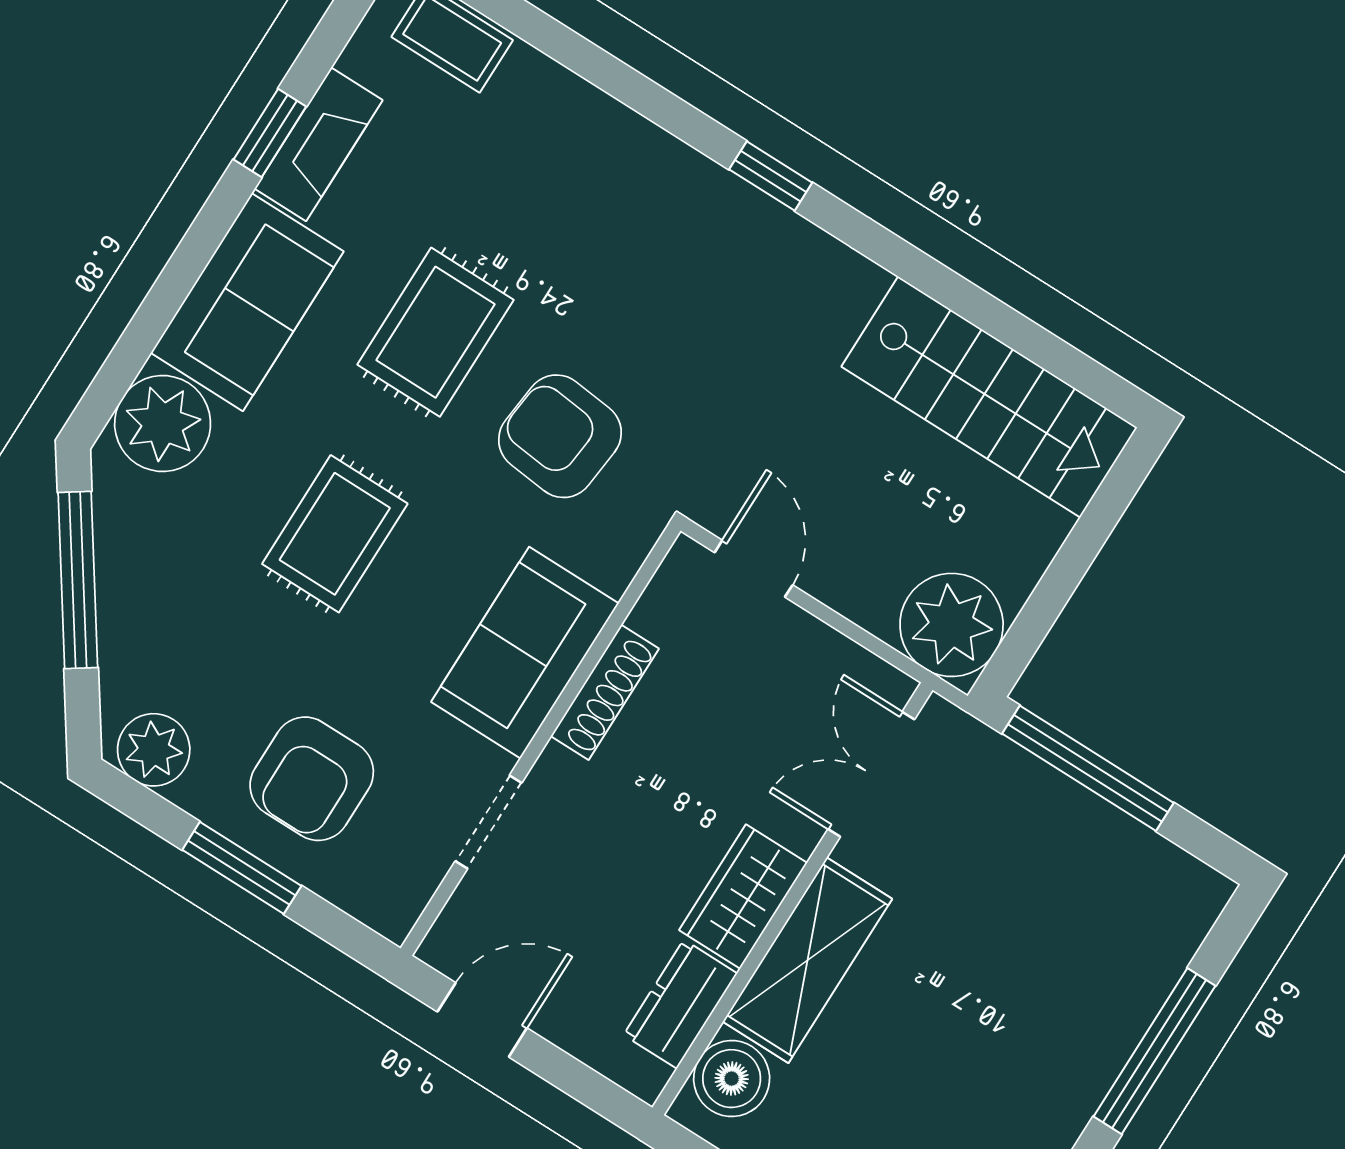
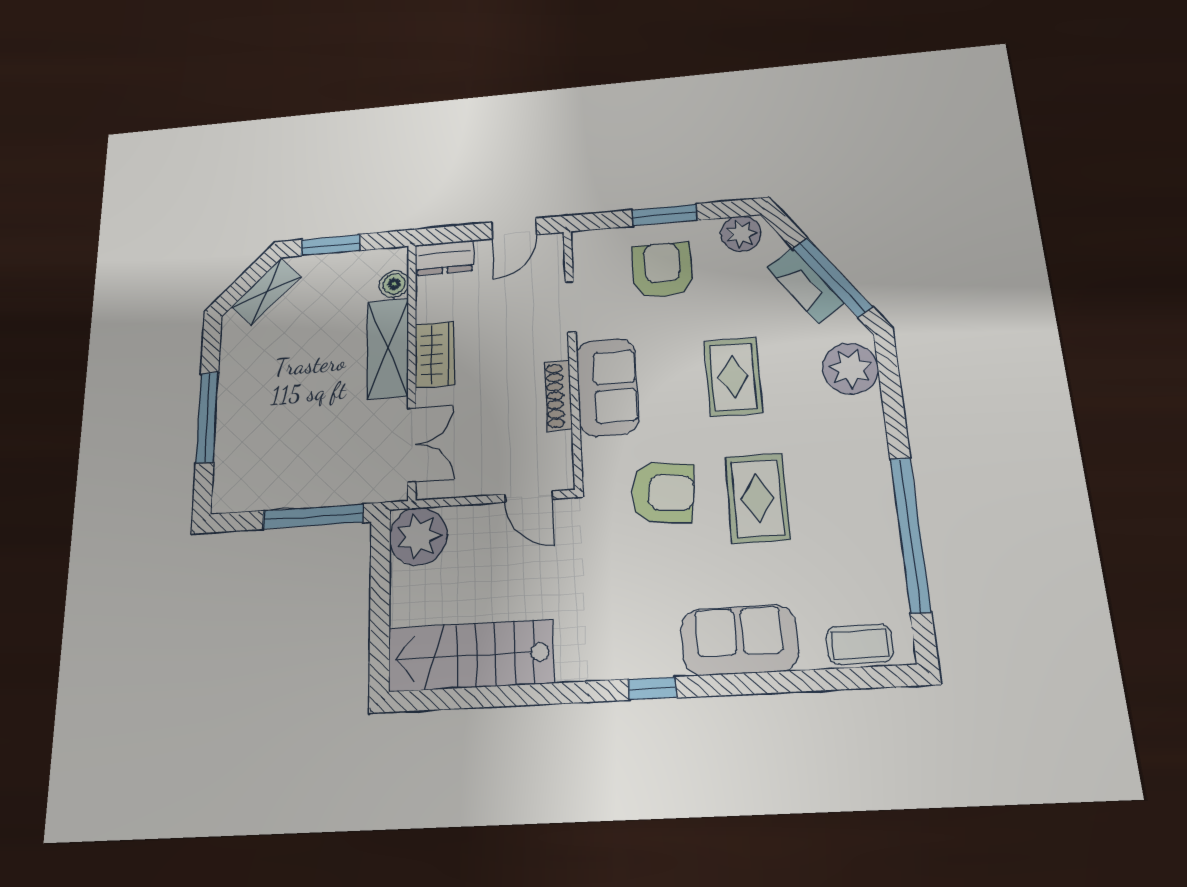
window: (270, 133) -> (910, 534), width x3.17
fireplace: (319, 144) -> (805, 285), moved, turned -34
sofa: (247, 302) -> (739, 640), moved, turned 90
dresser: (680, 1004) -> (445, 258), moved, turned 90
boiler: (732, 1079) -> (394, 284), width x0.73, depth x0.73

